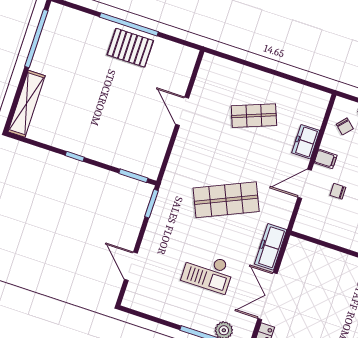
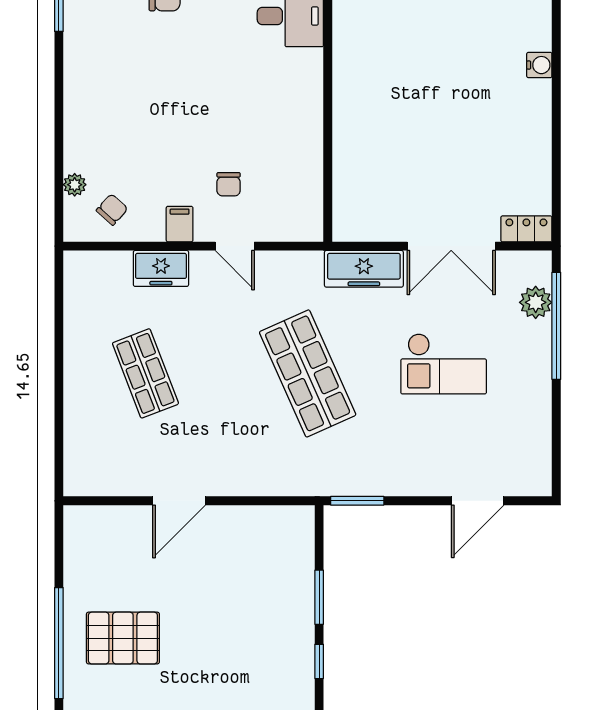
pallet: (130, 48) -> (123, 638), moved, turned 90
window: (133, 176) -> (319, 597), moved
door: (305, 184) -> (235, 246), width x0.73
checkout: (208, 272) -> (444, 364), turned 90

